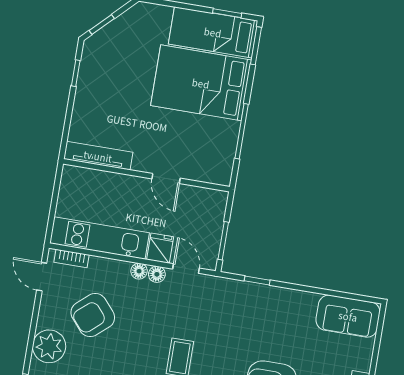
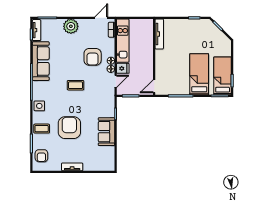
bed: (201, 83) -> (199, 74), width x0.67
door: (166, 179) -> (154, 86), moved
armchair: (93, 315) -> (93, 57), moved, turned -139
sofa: (348, 316) -> (106, 132), moved

